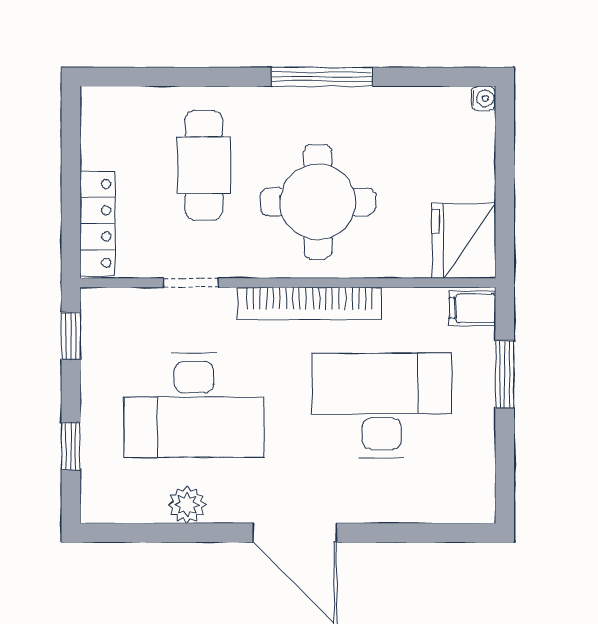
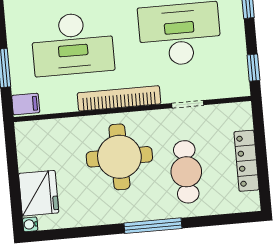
window: (322, 77) -> (153, 226), moved
locker: (97, 223) -> (246, 161), moved
fridge: (464, 241) -> (39, 193), moved

